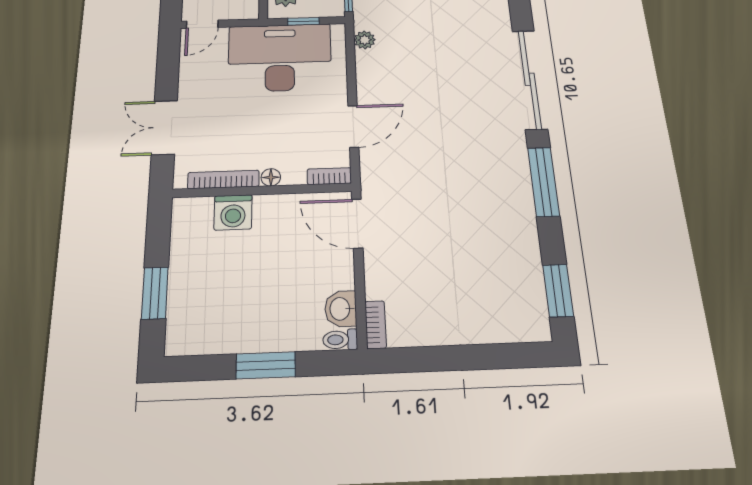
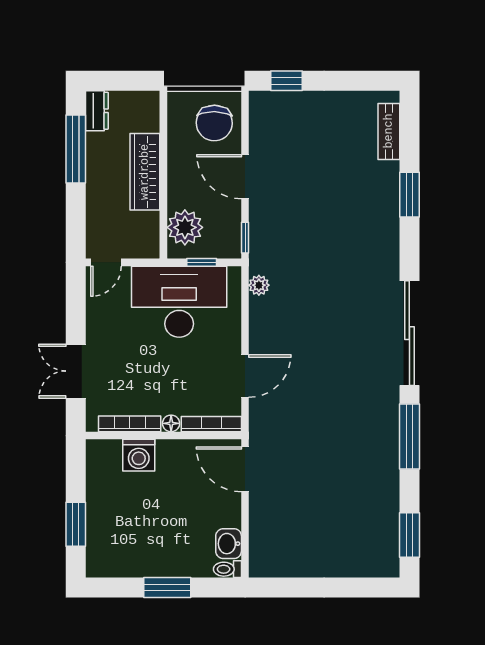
bookcase: (329, 176) -> (211, 424), width x1.56
bookcase: (376, 325) -> (257, 558), removed

